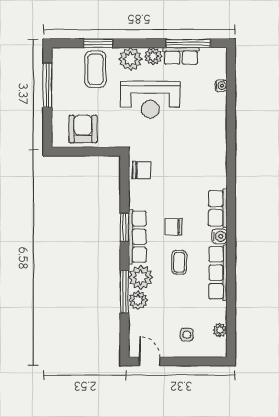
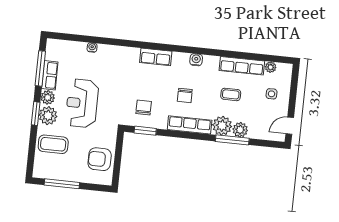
window: (98, 43) -> (36, 114), moved
water cooler: (221, 86) -> (92, 48), moved
reception desk: (150, 100) -> (82, 103), turned 180
chair: (141, 170) -> (144, 108), moved
row of seats: (218, 208) -> (156, 57), moved
window: (124, 227) -> (145, 131), moved
coffee table: (179, 262) -> (231, 94), moved
row of seats: (218, 273) -> (242, 66), moved

